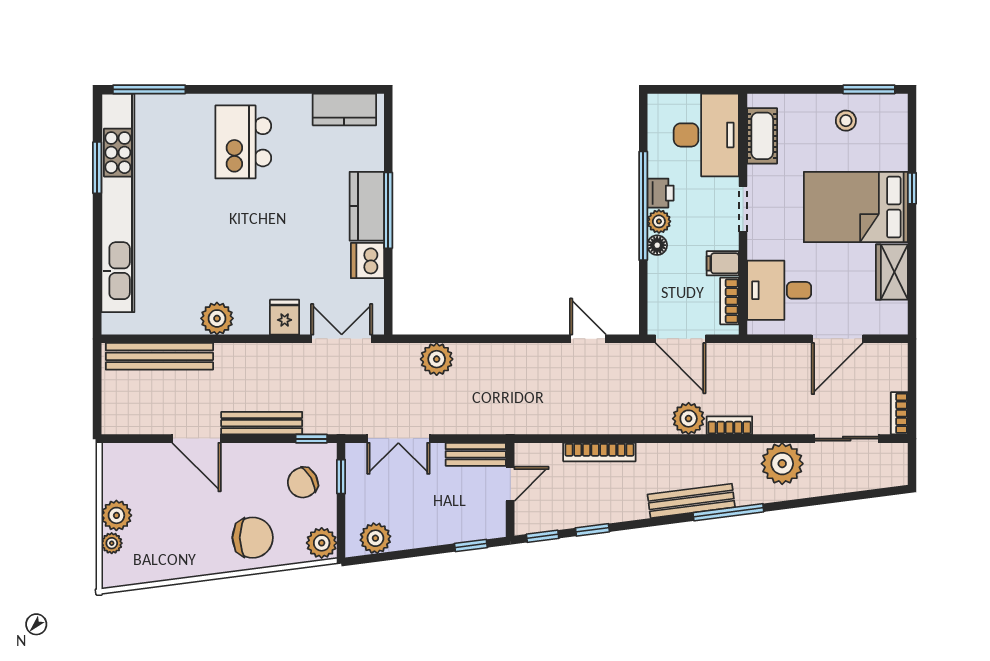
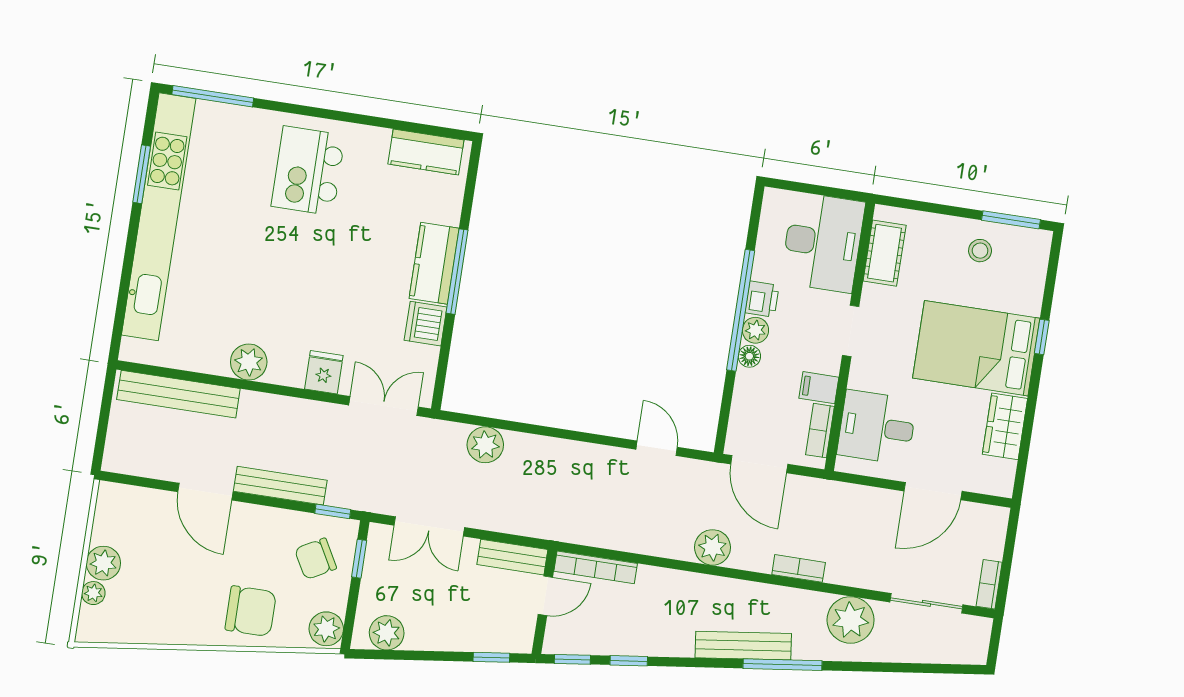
plant: (689, 419) -> (712, 547), moved
bookcase: (599, 452) -> (596, 567), moved

